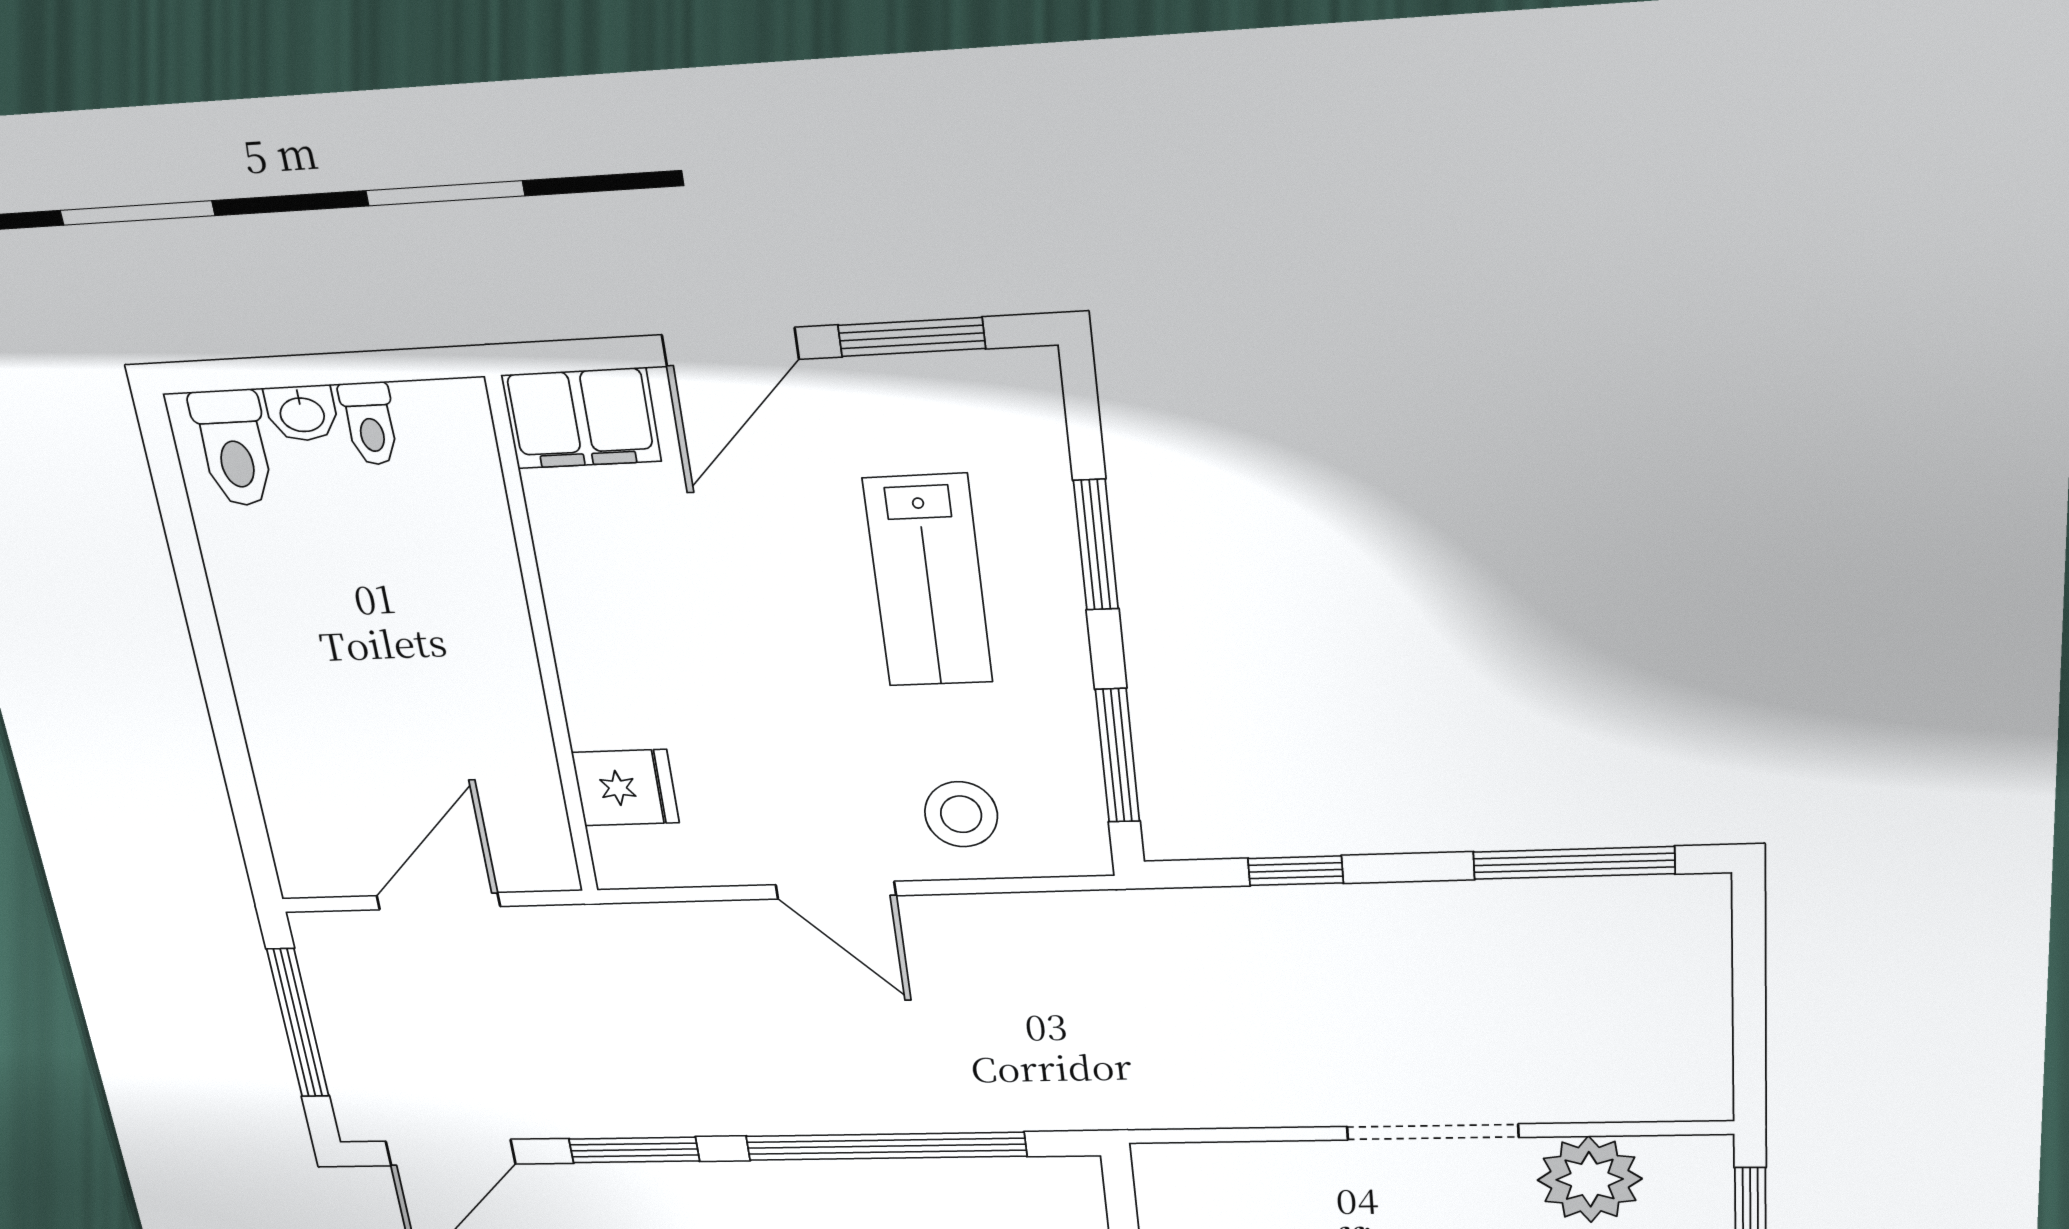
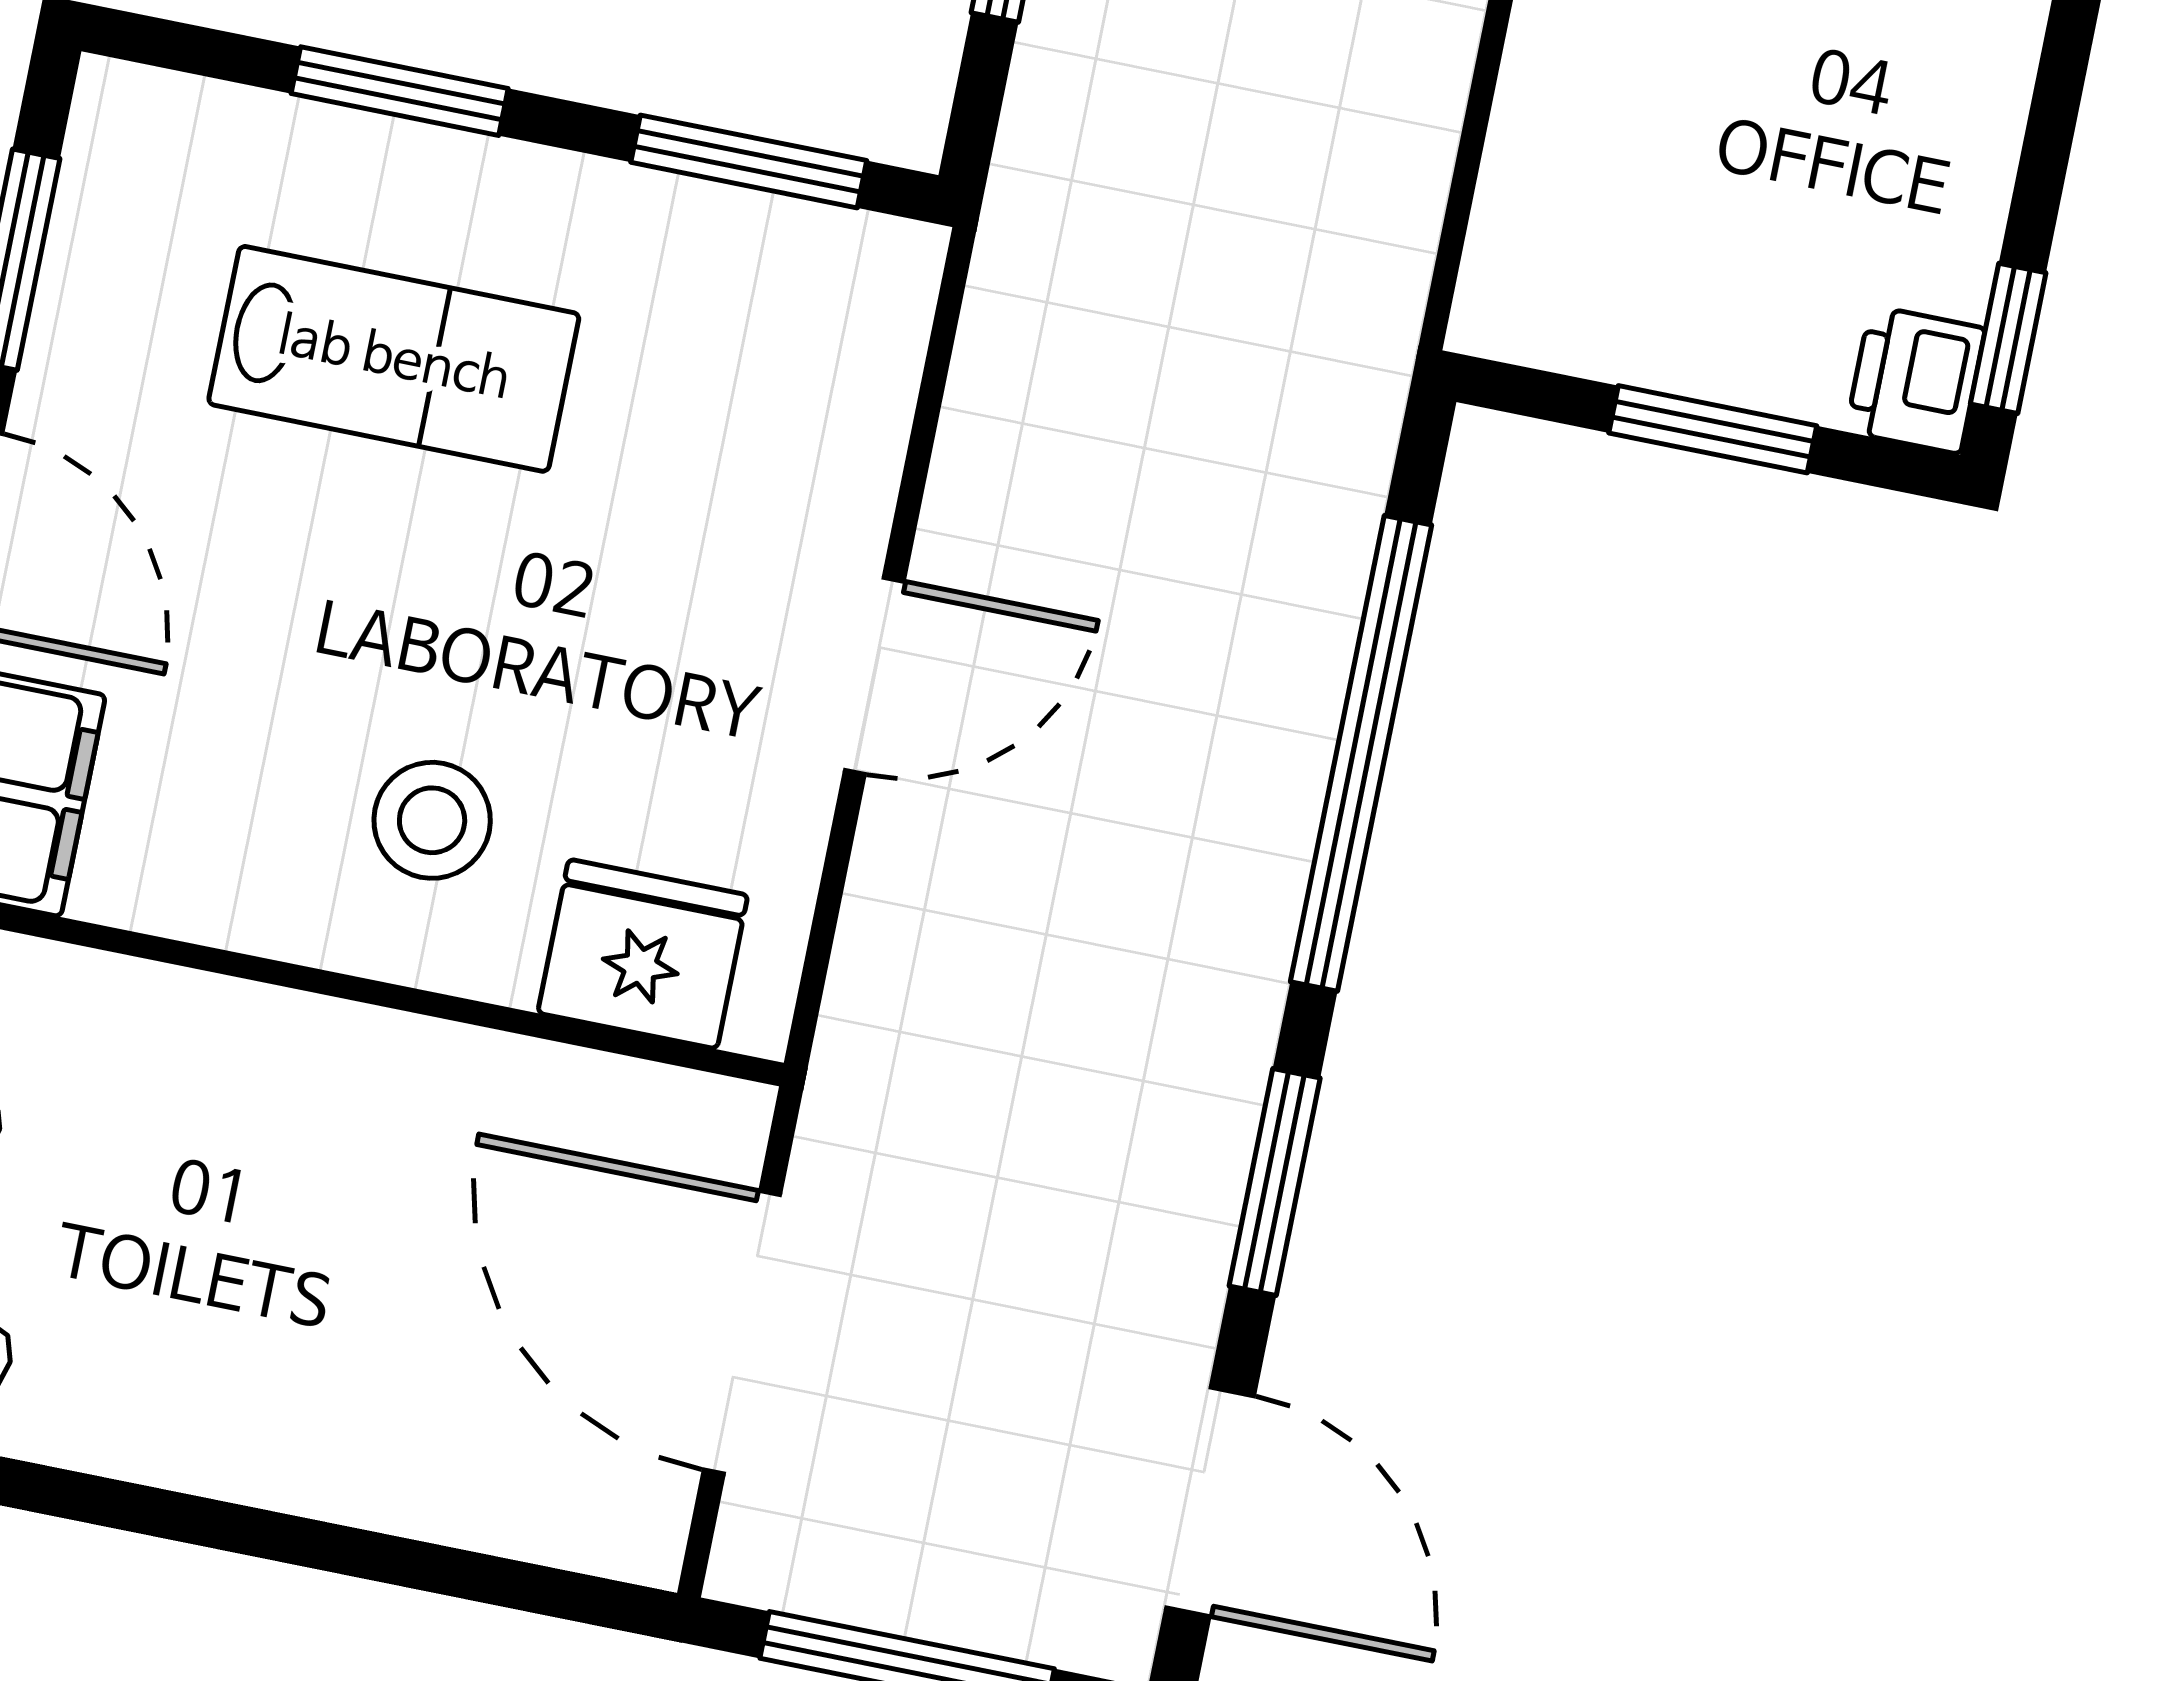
fridge: (625, 788) -> (643, 954), width x1.38
stool: (961, 814) -> (432, 820), moved
door: (438, 901) -> (742, 1332), width x1.36

